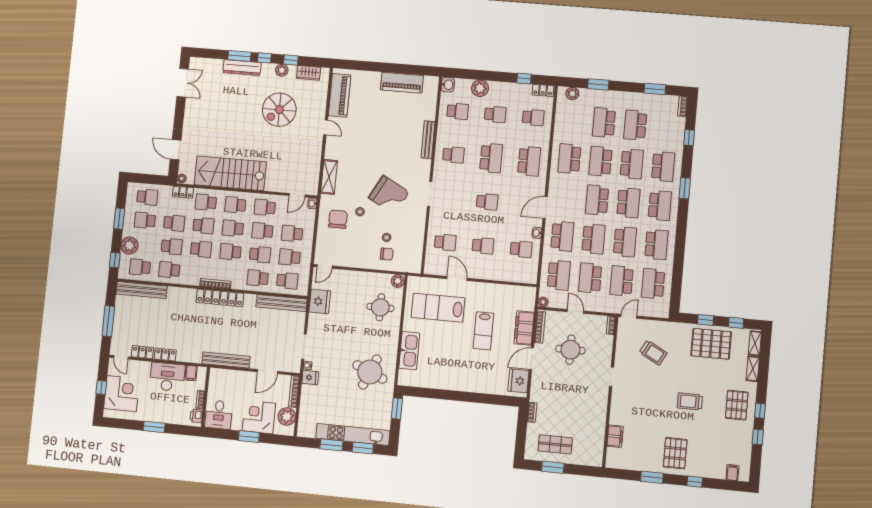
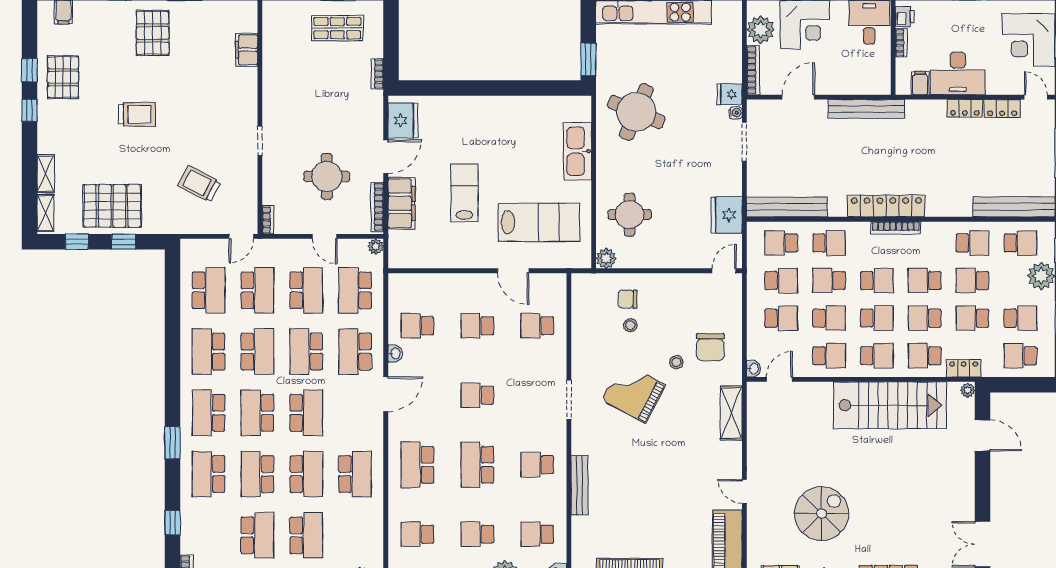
school desk: (206, 202) -> (925, 356), turned 180
school desk: (625, 242) -> (257, 352), turned 180
pallet: (737, 405) -> (63, 77), moved

